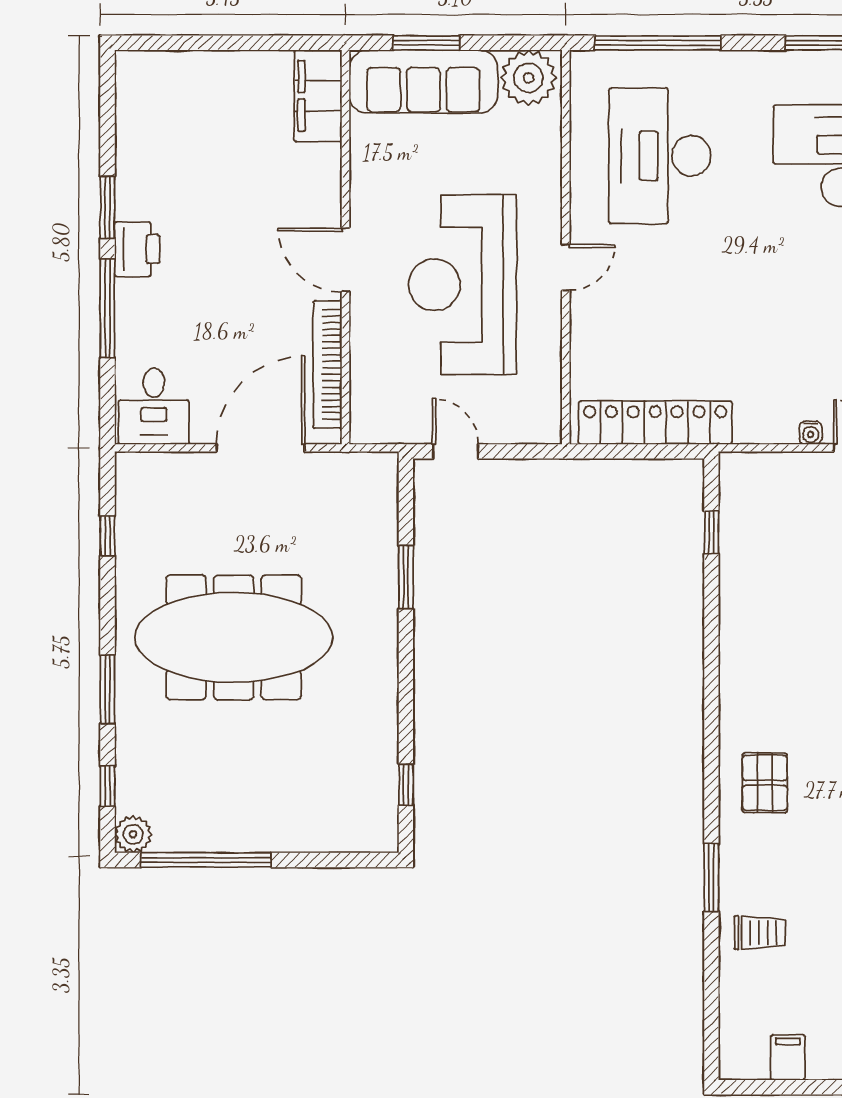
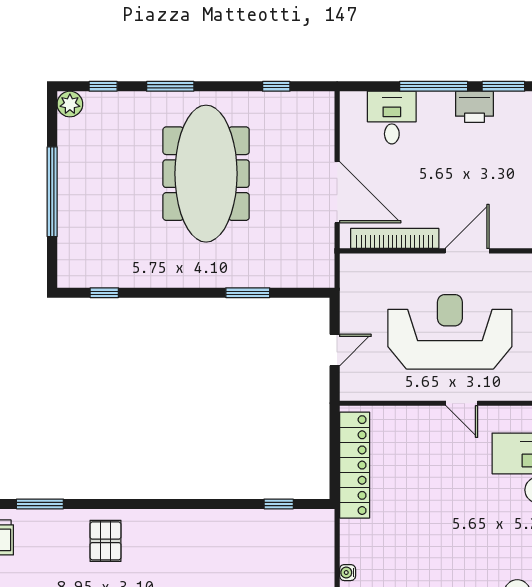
desk: (154, 406) -> (392, 118), moved, turned 90
door: (455, 451) -> (335, 350), moved
pallet: (765, 783) -> (105, 541), turned 90
window: (206, 860) -> (52, 192), moved

